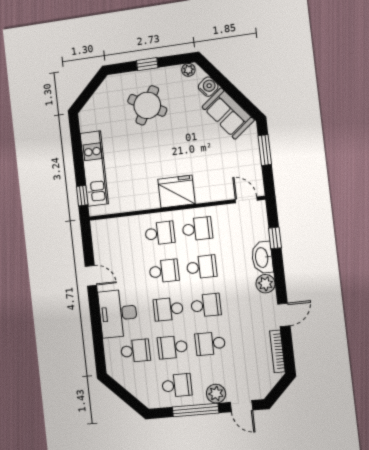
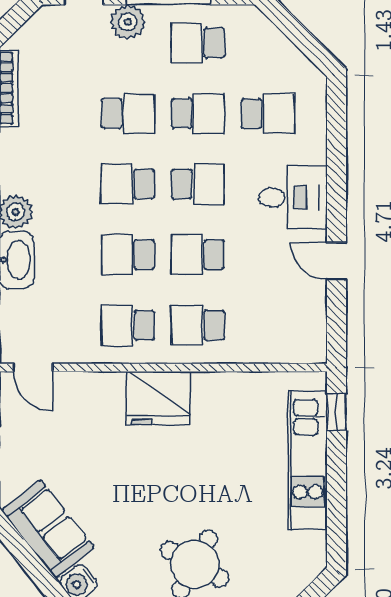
desk: (118, 313) -> (293, 197), width x0.73
school desk: (135, 351) -> (268, 113), turned 180

